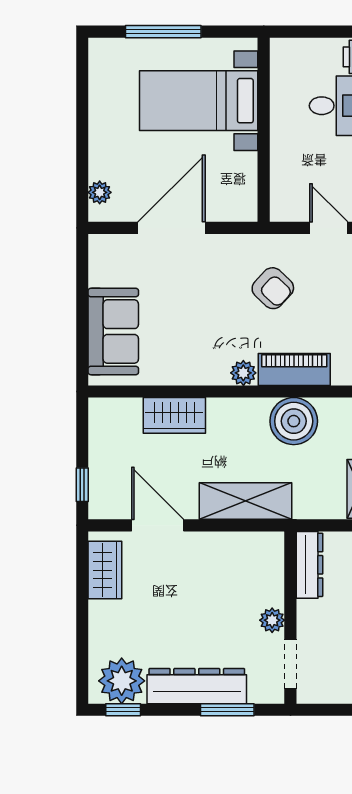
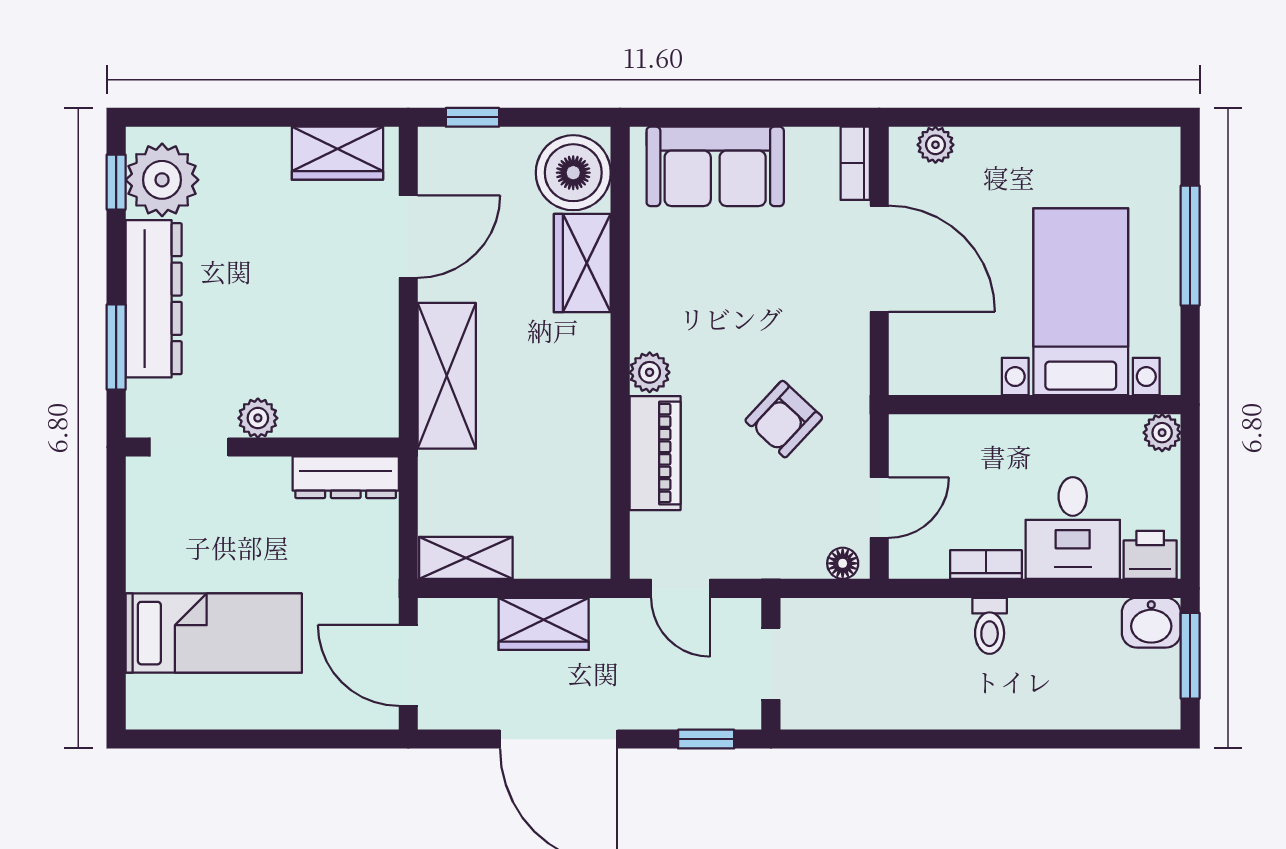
plant: (281, 49) -> (1162, 433), added
bookcase: (111, 243) -> (855, 163), added
boiler: (294, 421) -> (573, 173), moved

